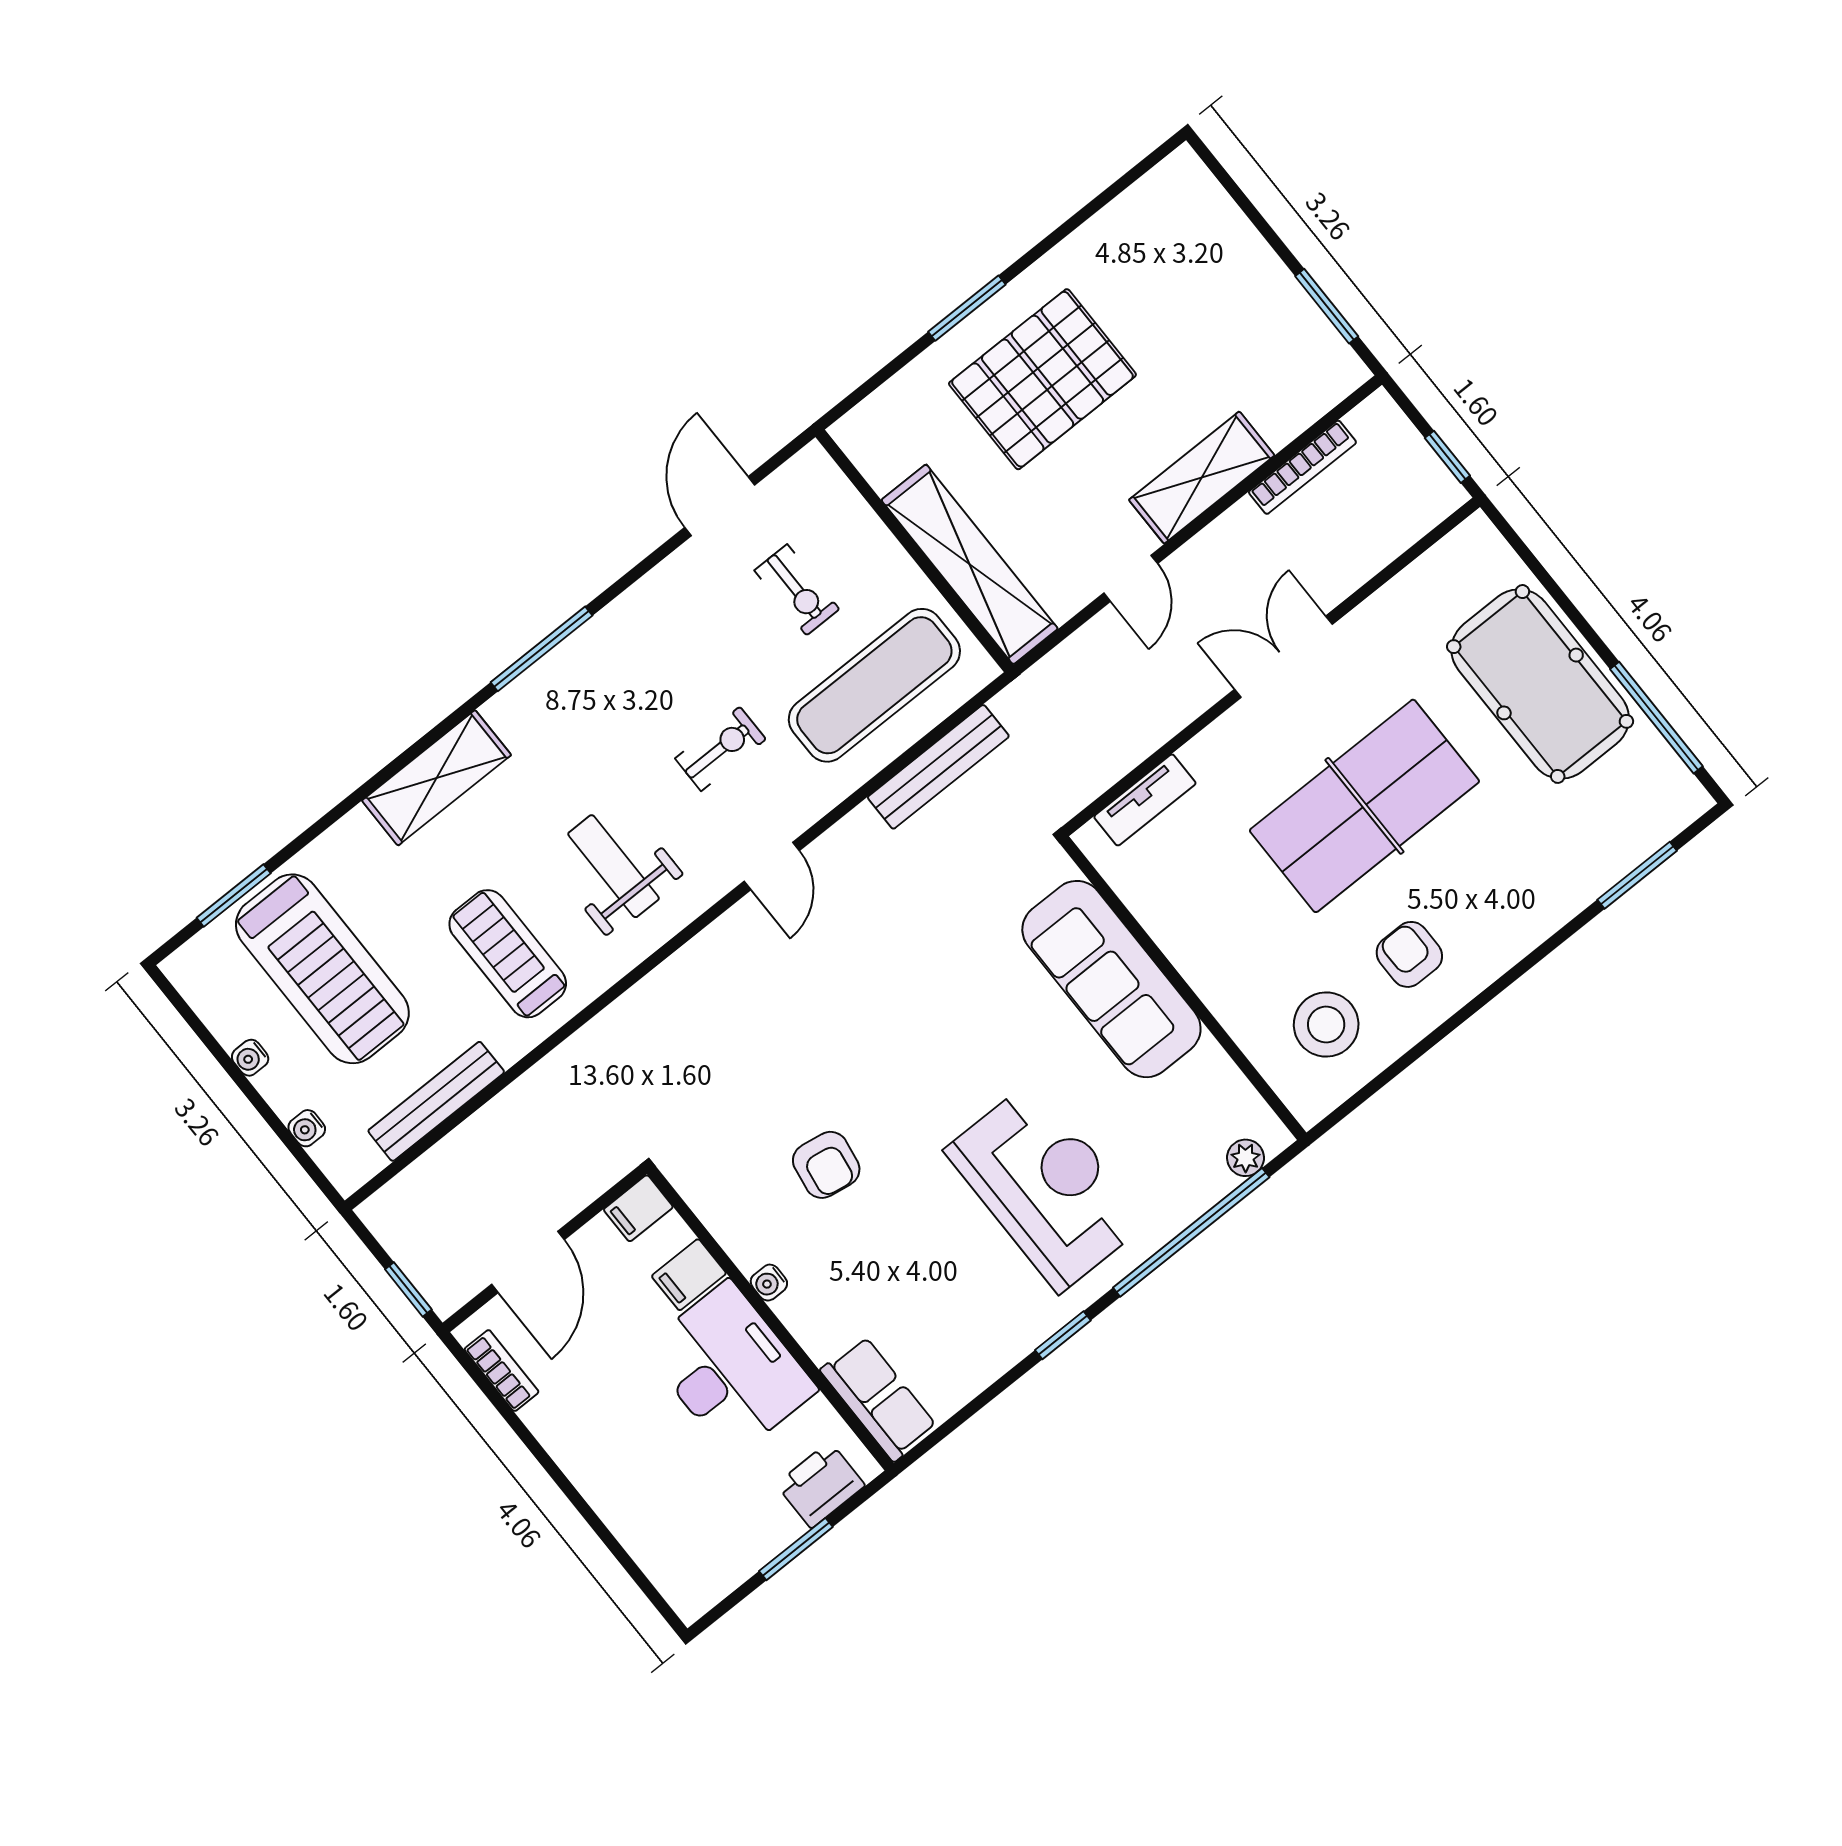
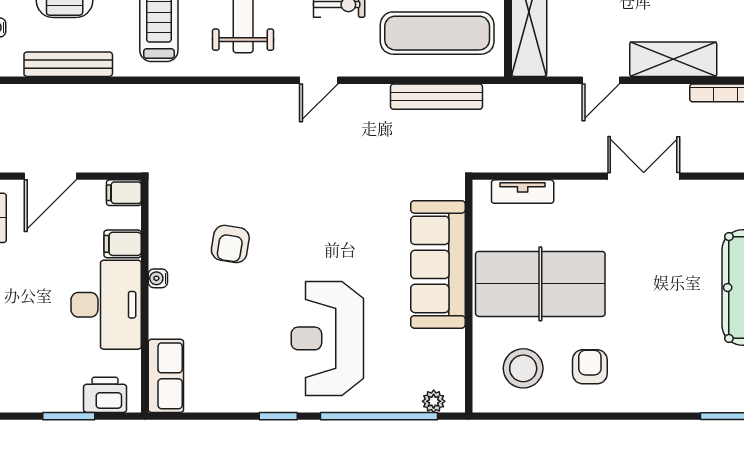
table tennis table: (1364, 806) -> (540, 284), moved
reception desk: (1046, 1186) -> (327, 338), turned 180

